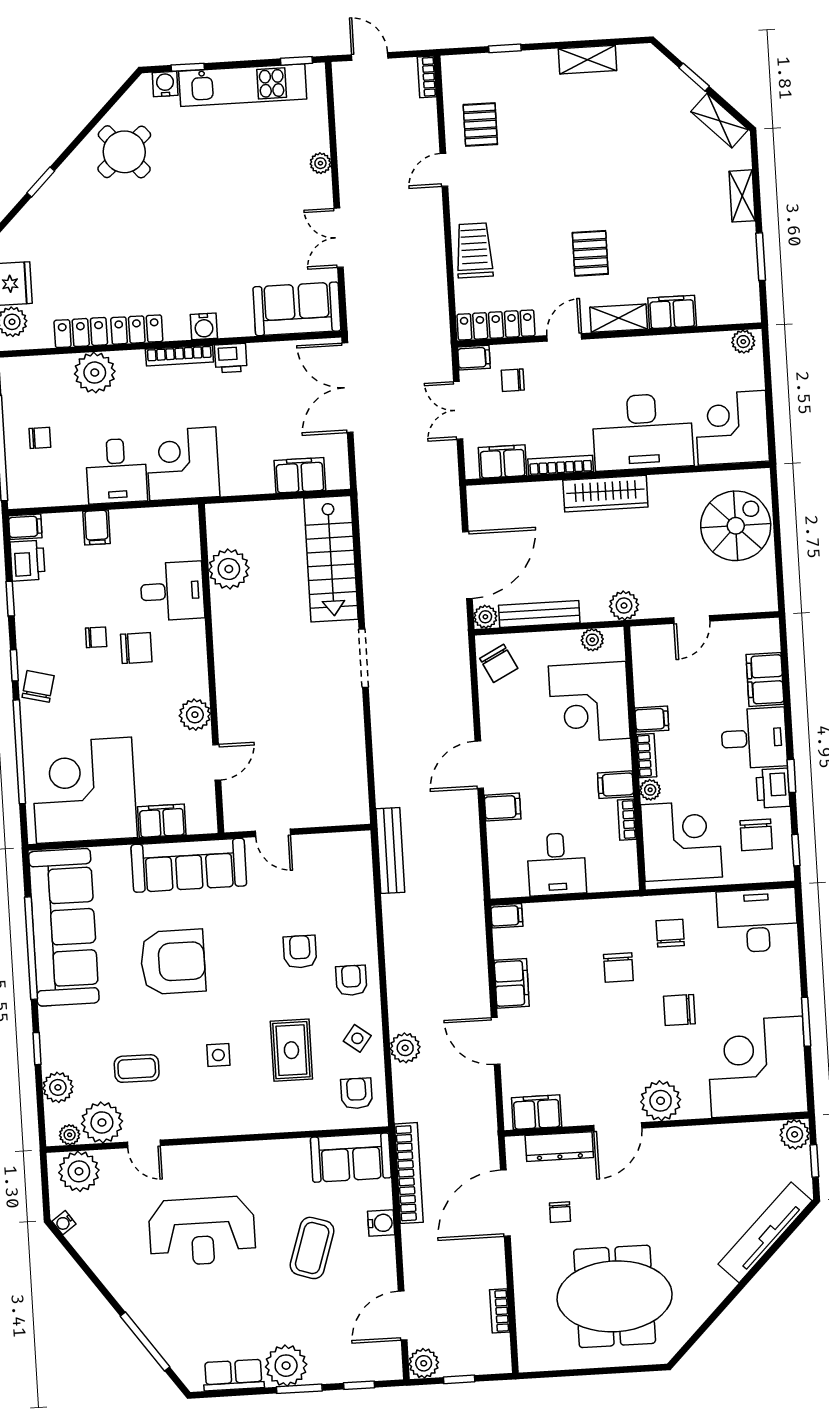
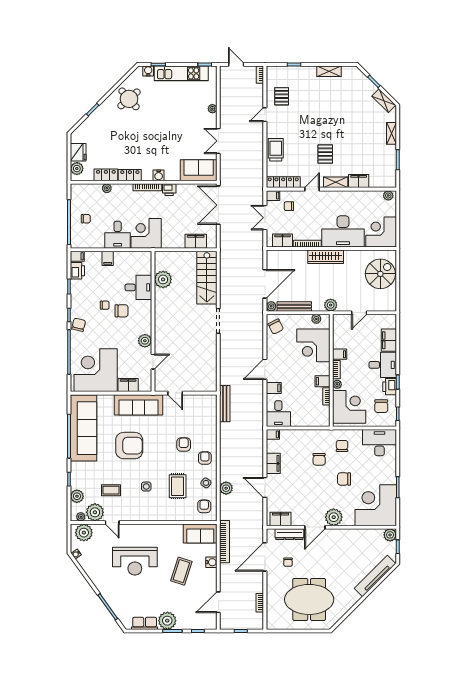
plant: (95, 373) -> (107, 188), width x0.53, depth x0.53
desk: (557, 864) -> (278, 414), moved
plant: (424, 1363) -> (226, 623), removed

